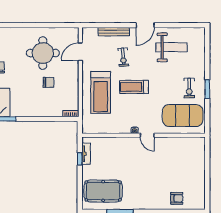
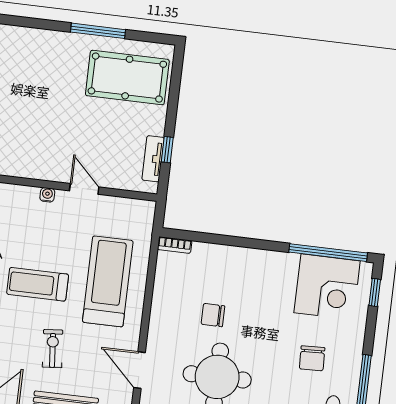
door: (80, 52) -> (139, 370), swing flipped
treadmill: (134, 87) -> (38, 284), turned 180
door: (147, 135) -> (84, 189), moved

